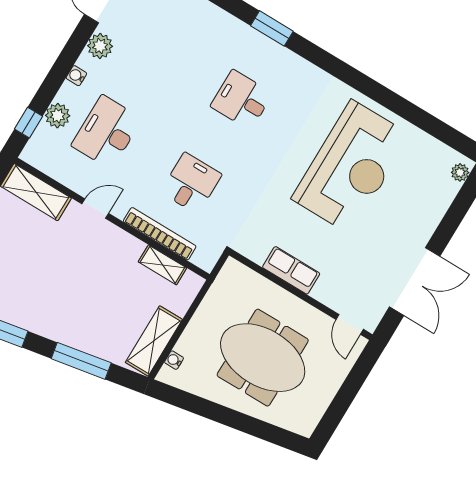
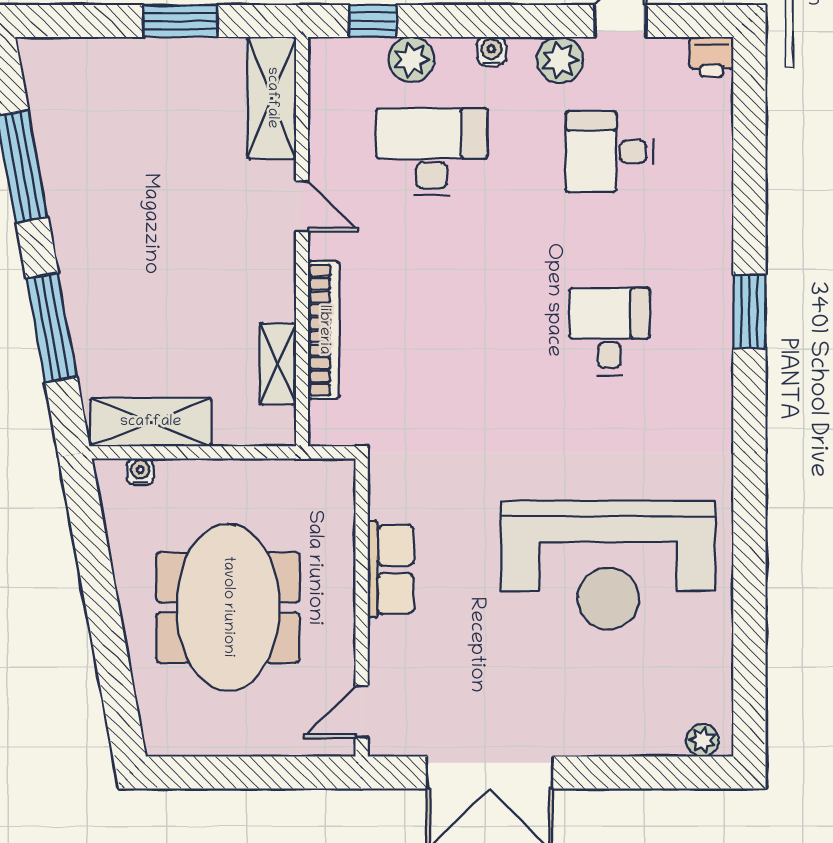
desk: (191, 183) -> (610, 152), moved, turned 180

